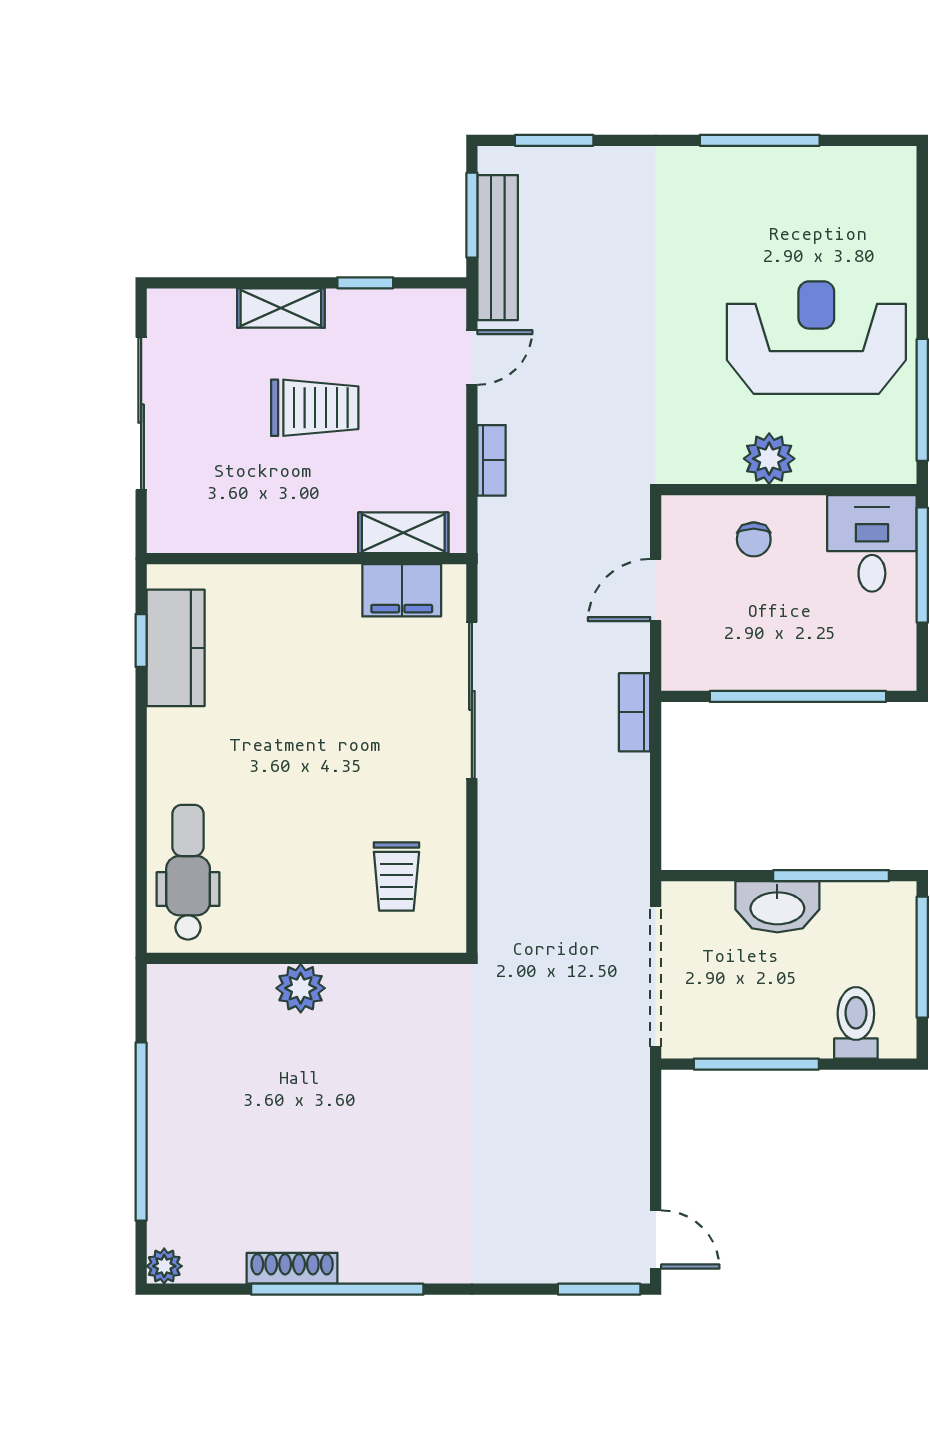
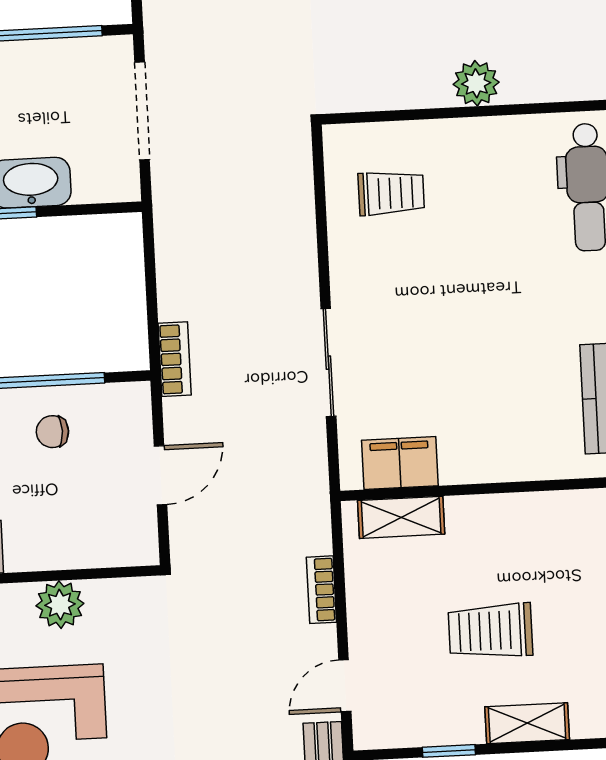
chair: (754, 539) -> (52, 432), moved, turned -90
sliding door: (472, 700) -> (328, 363), width x0.73
trolley: (396, 876) -> (391, 193), turned 90
doorway: (656, 977) -> (142, 111), width x0.73

